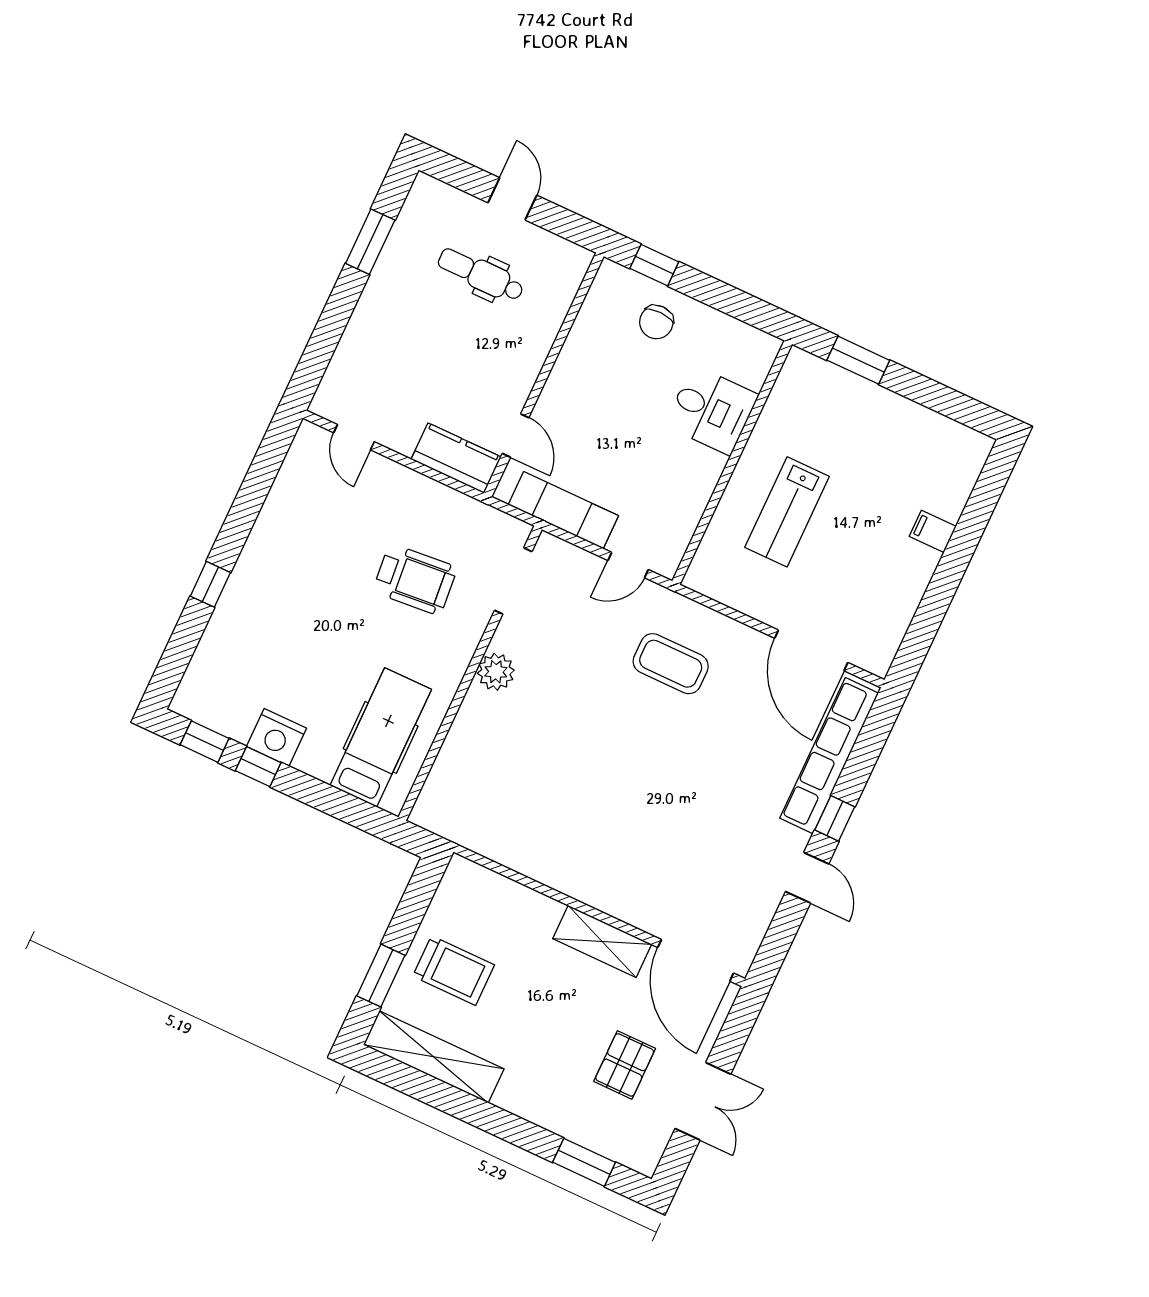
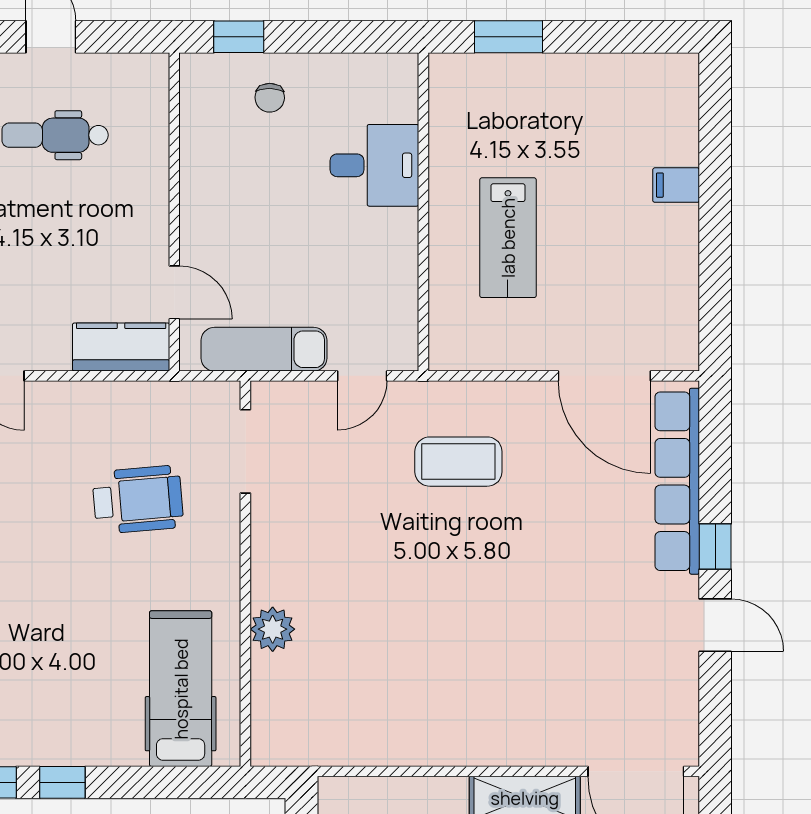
chair: (656, 322) -> (270, 98), width x0.73, depth x0.73
plant: (496, 672) -> (273, 629), moved
nightstand: (277, 737) -> (67, 741), removed

